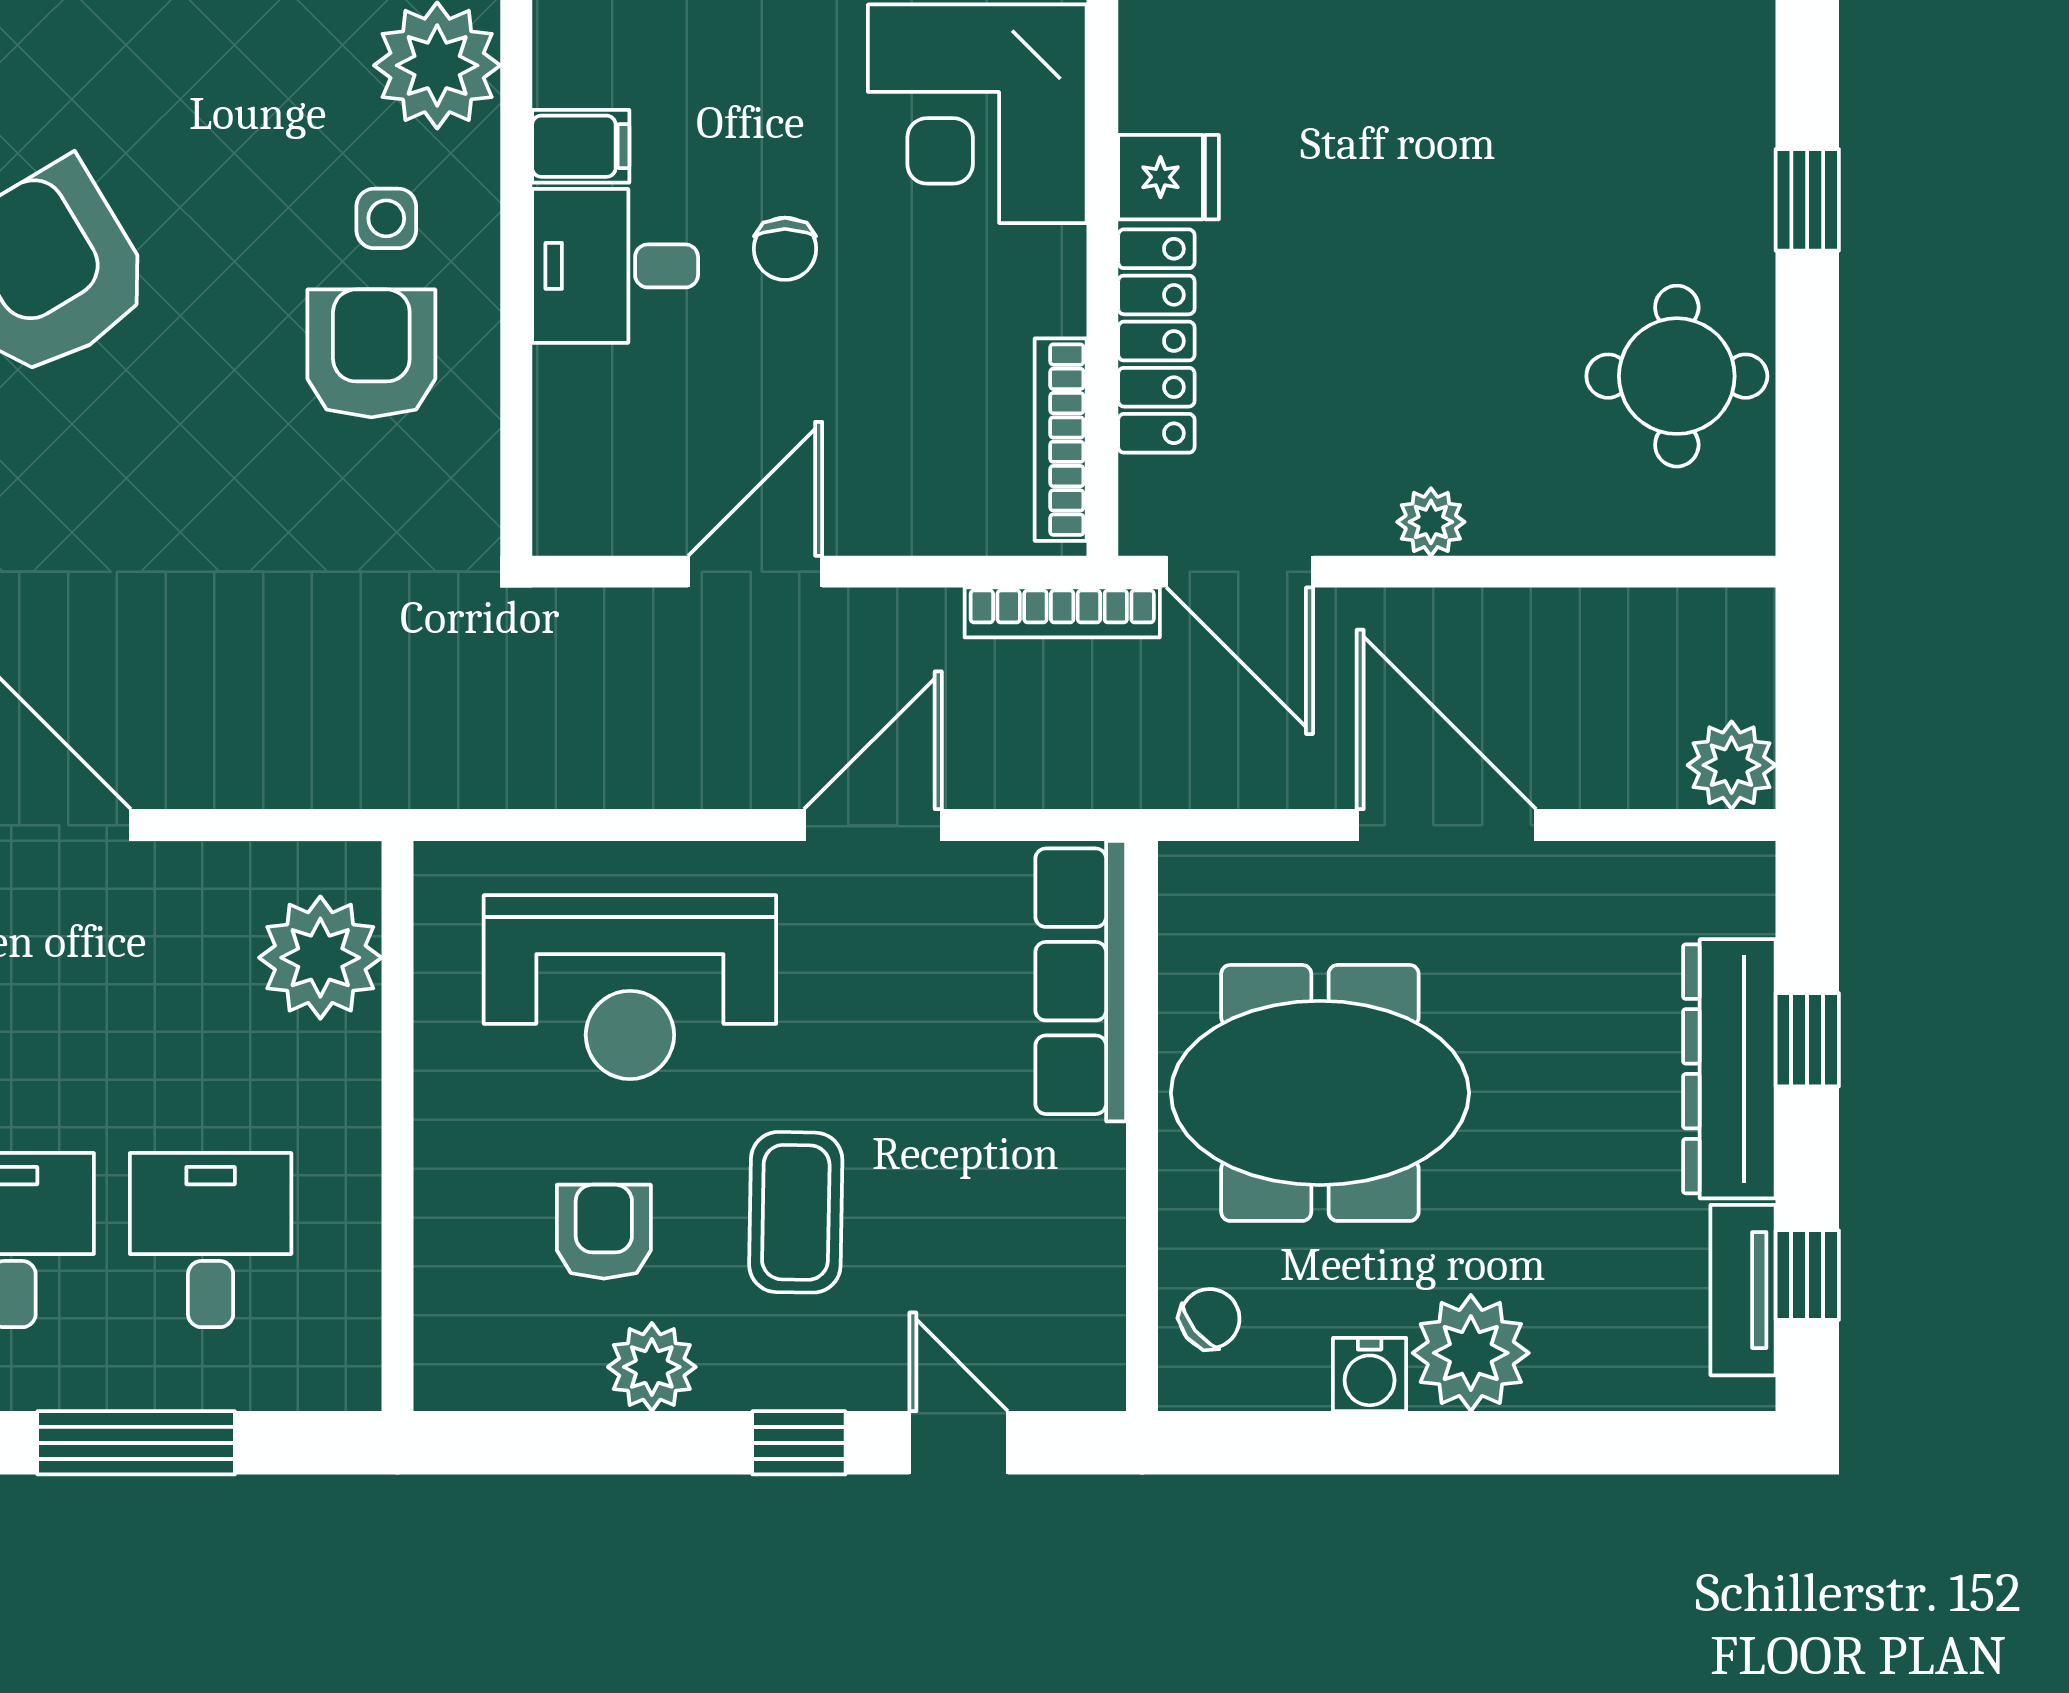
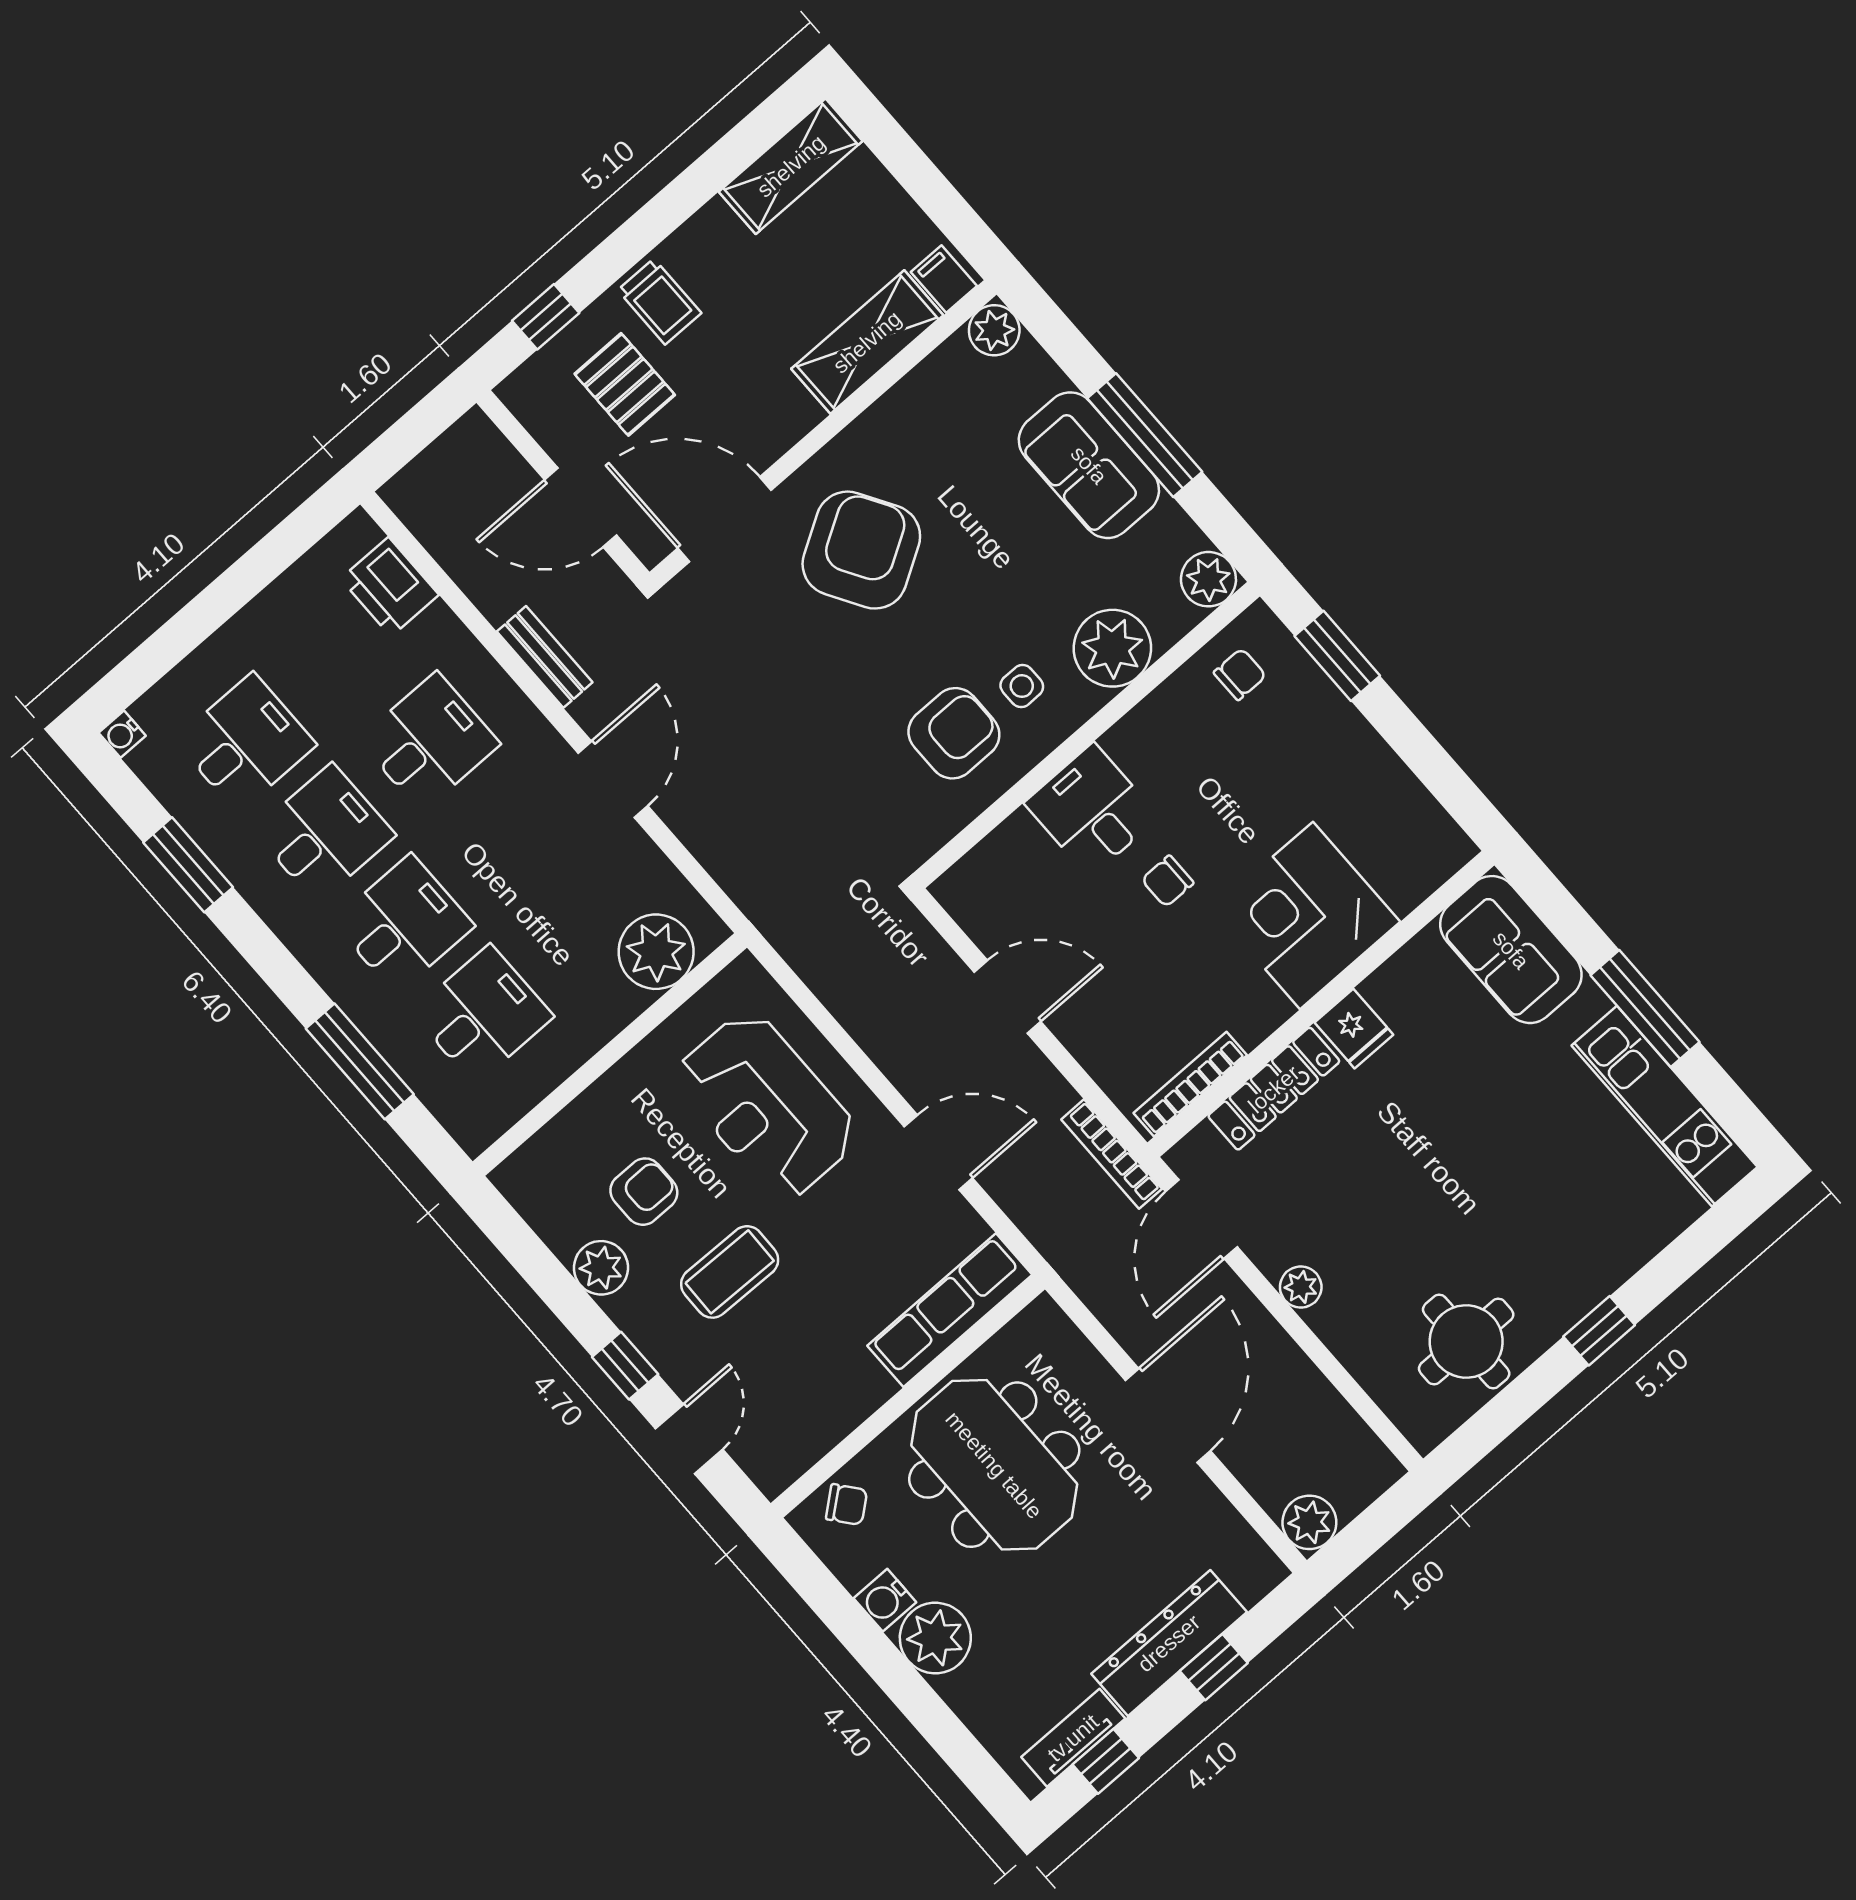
filing cabinet: (581, 146) -> (1133, 746), removed

